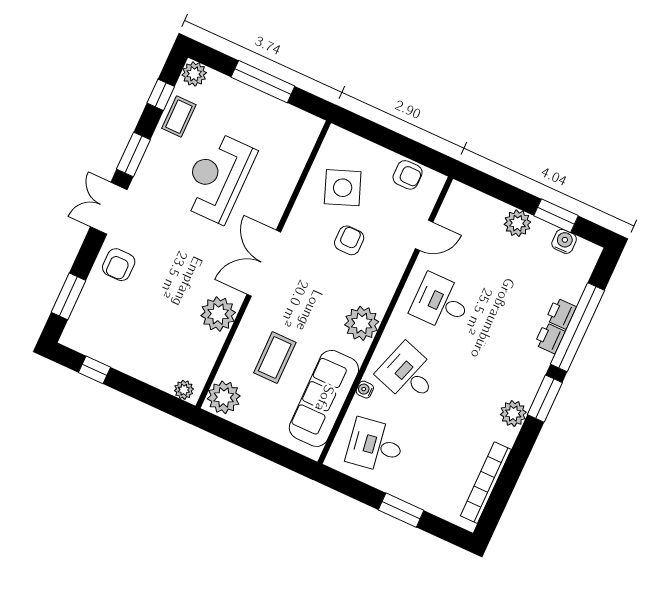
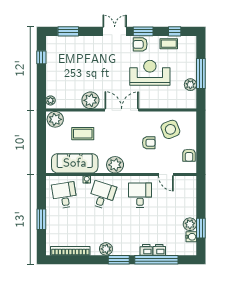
plant: (194, 74) -> (190, 85), moved
plant: (517, 223) -> (190, 224), moved
armchair: (119, 265) -> (140, 44), moved

